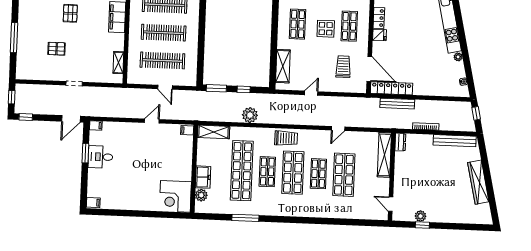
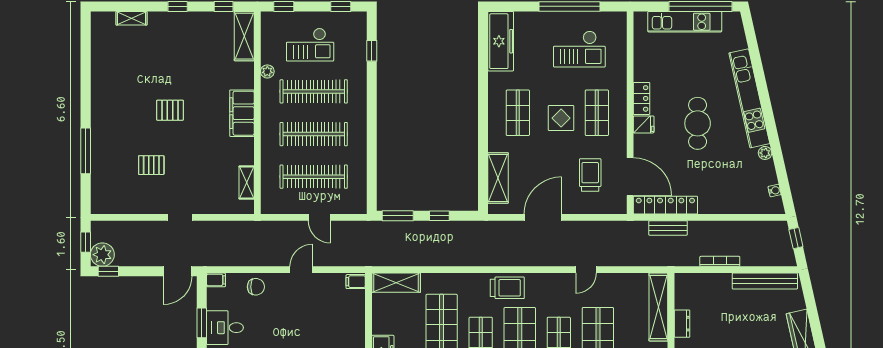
pallet: (70, 13) -> (170, 110), turned 90
cafe table: (415, 36) -> (698, 123), added
door: (311, 93) -> (543, 217), width x1.88
bench: (397, 104) -> (668, 228), width x0.73
plant: (250, 115) -> (102, 255), moved
chair: (122, 131) -> (256, 287), added
dresser: (400, 142) -> (682, 324), moved

